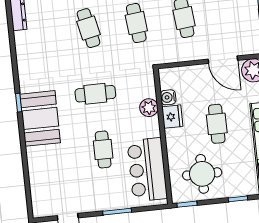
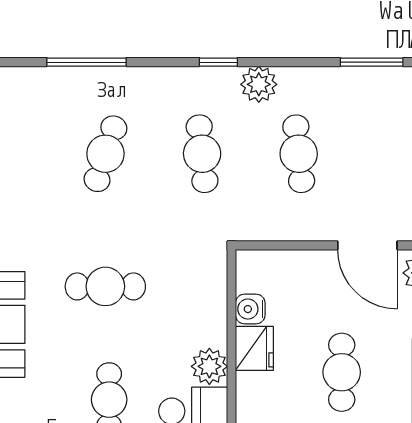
cafe table: (88, 28) -> (105, 154), turned 30
plant: (149, 108) -> (209, 366), moved

